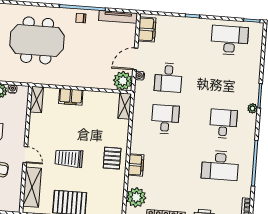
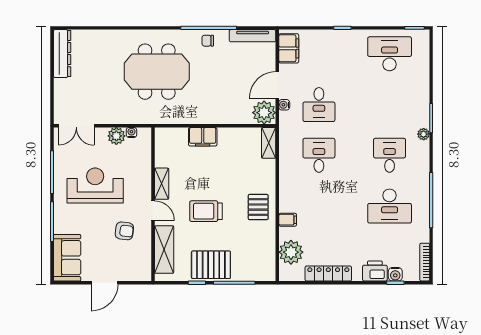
shelving: (37, 100) -> (162, 184), moved
filing cabinet: (136, 165) -> (288, 220), width x0.50

